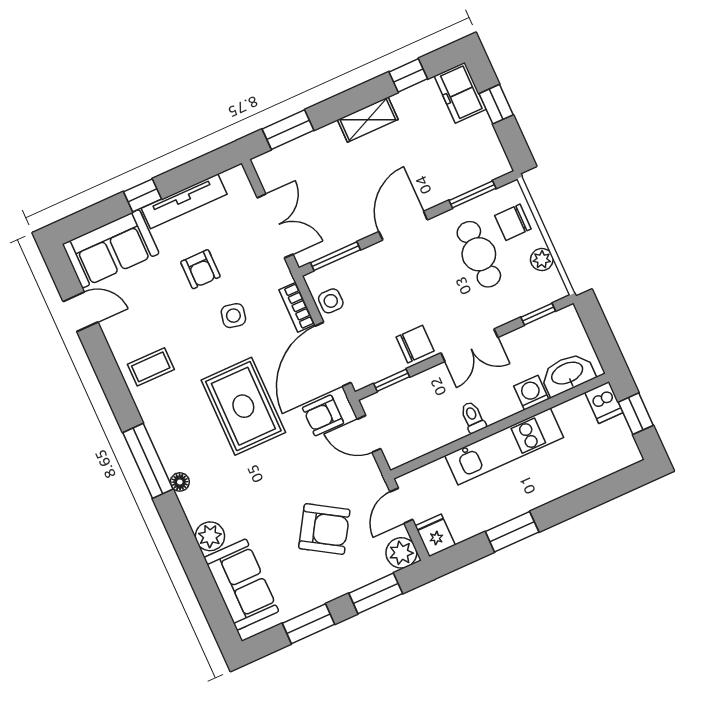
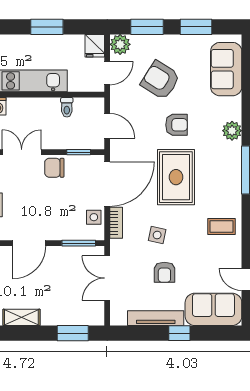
armchair: (200, 269) -> (164, 272), turned 180
armchair: (323, 415) -> (176, 125), moved
toilet: (473, 417) -> (67, 107), moved
floor lamp: (180, 482) -> (236, 148), removed
plant: (210, 536) -> (232, 131), moved

